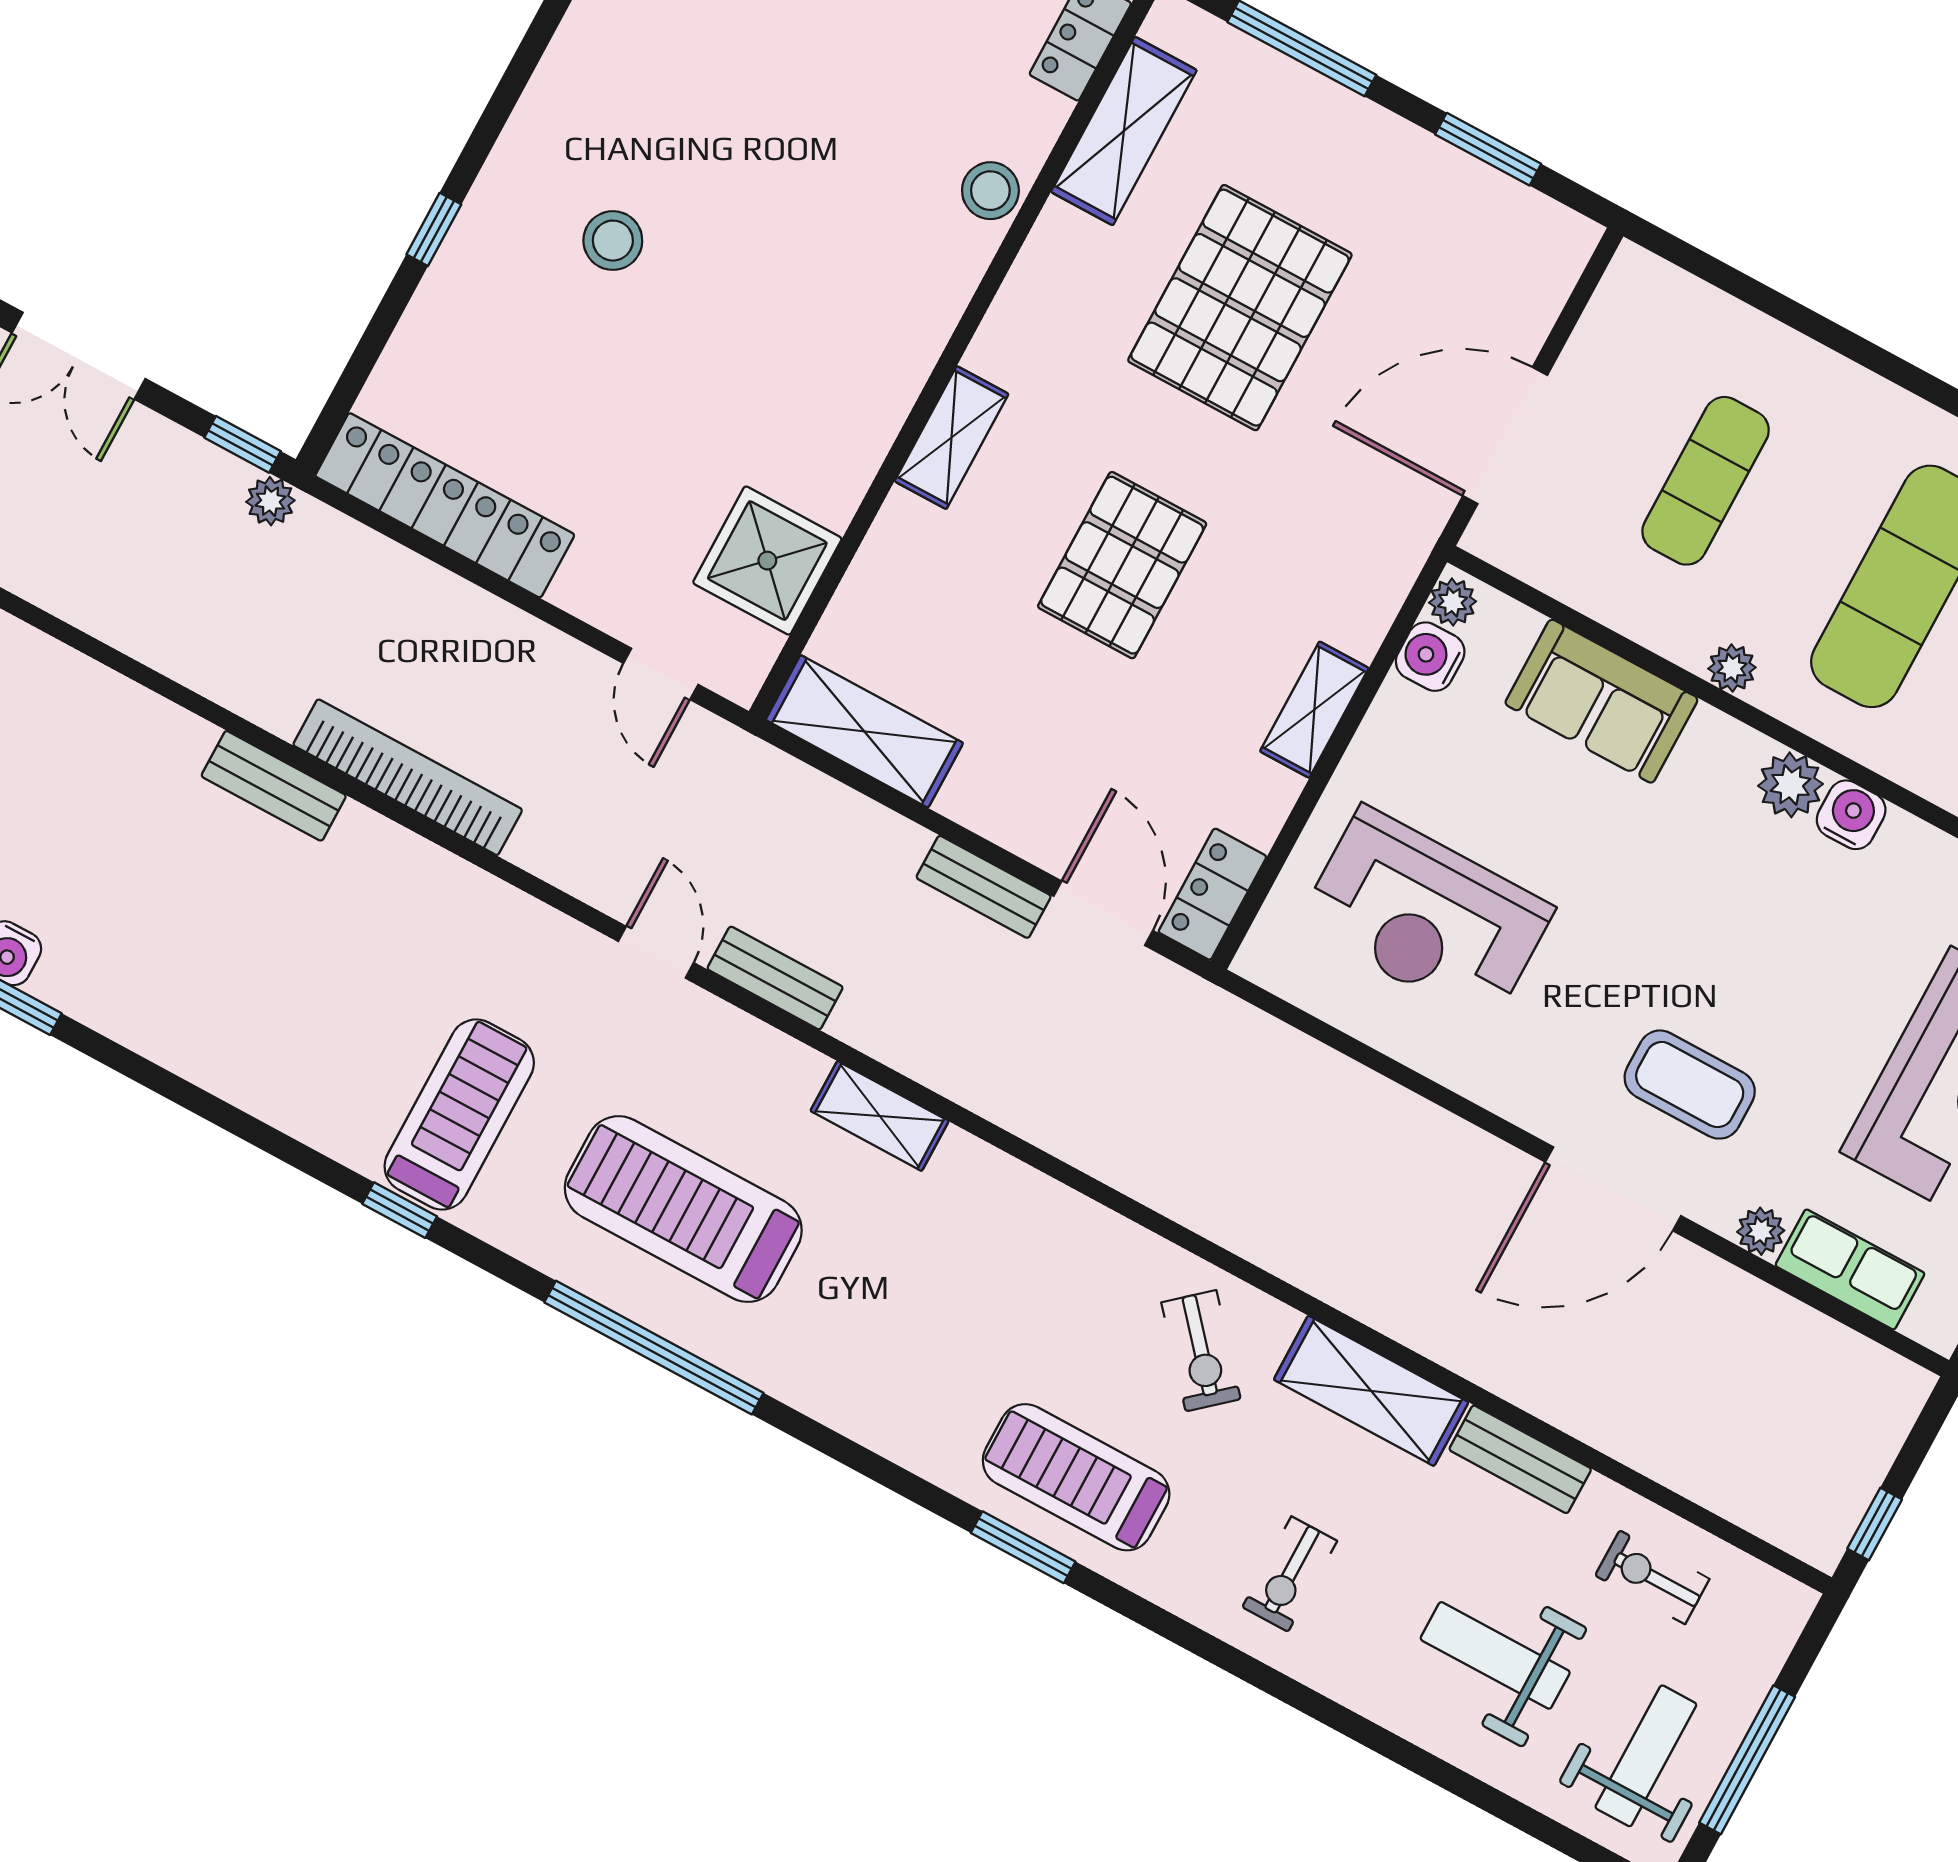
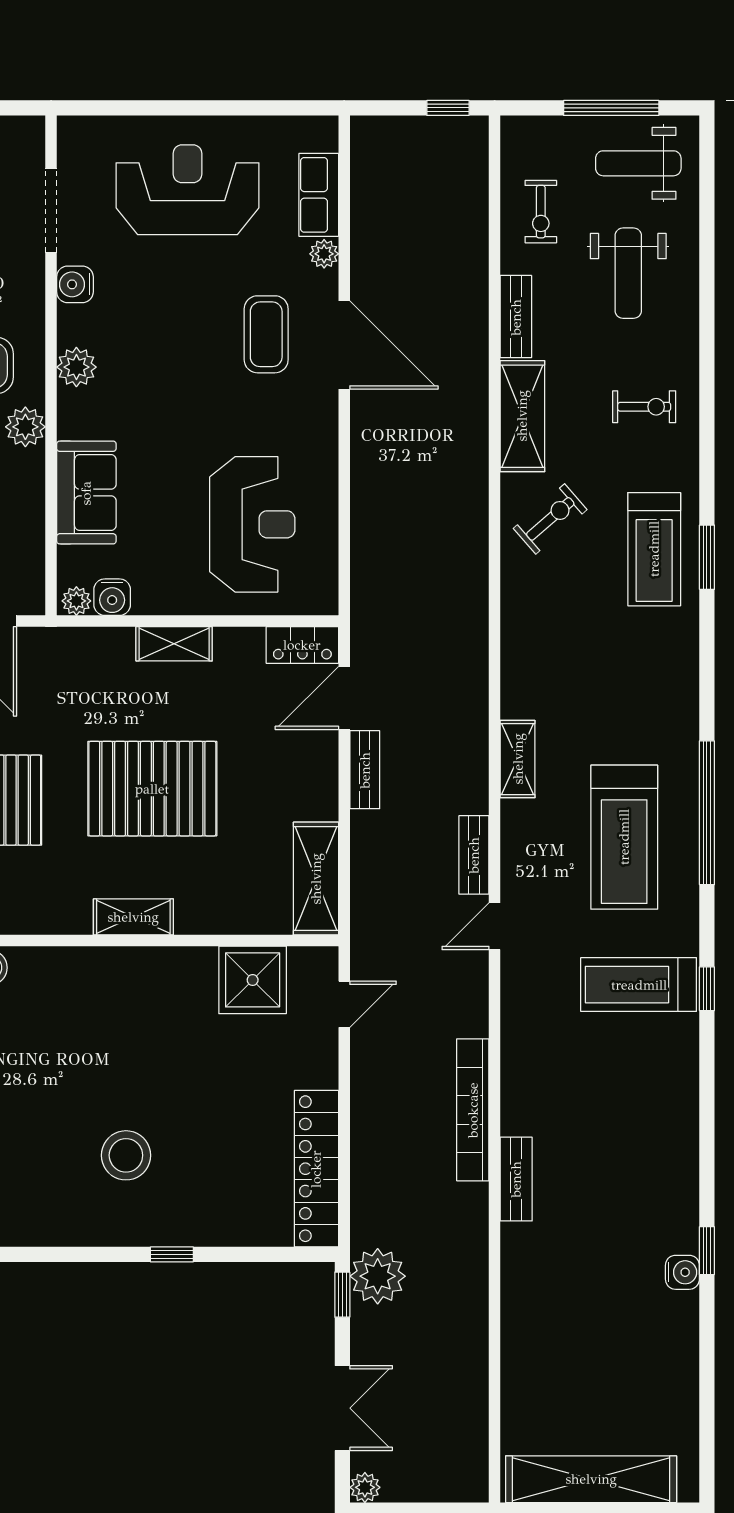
stool: (613, 241) -> (126, 1155), width x1.38, depth x1.38
plant: (270, 501) -> (378, 1276), width x1.87, depth x1.87
pallet: (1122, 565) -> (152, 789), width x1.37, depth x1.41
plant: (1732, 668) -> (25, 427), width x1.38, depth x1.38
water cooler: (1851, 815) -> (75, 284), moved

